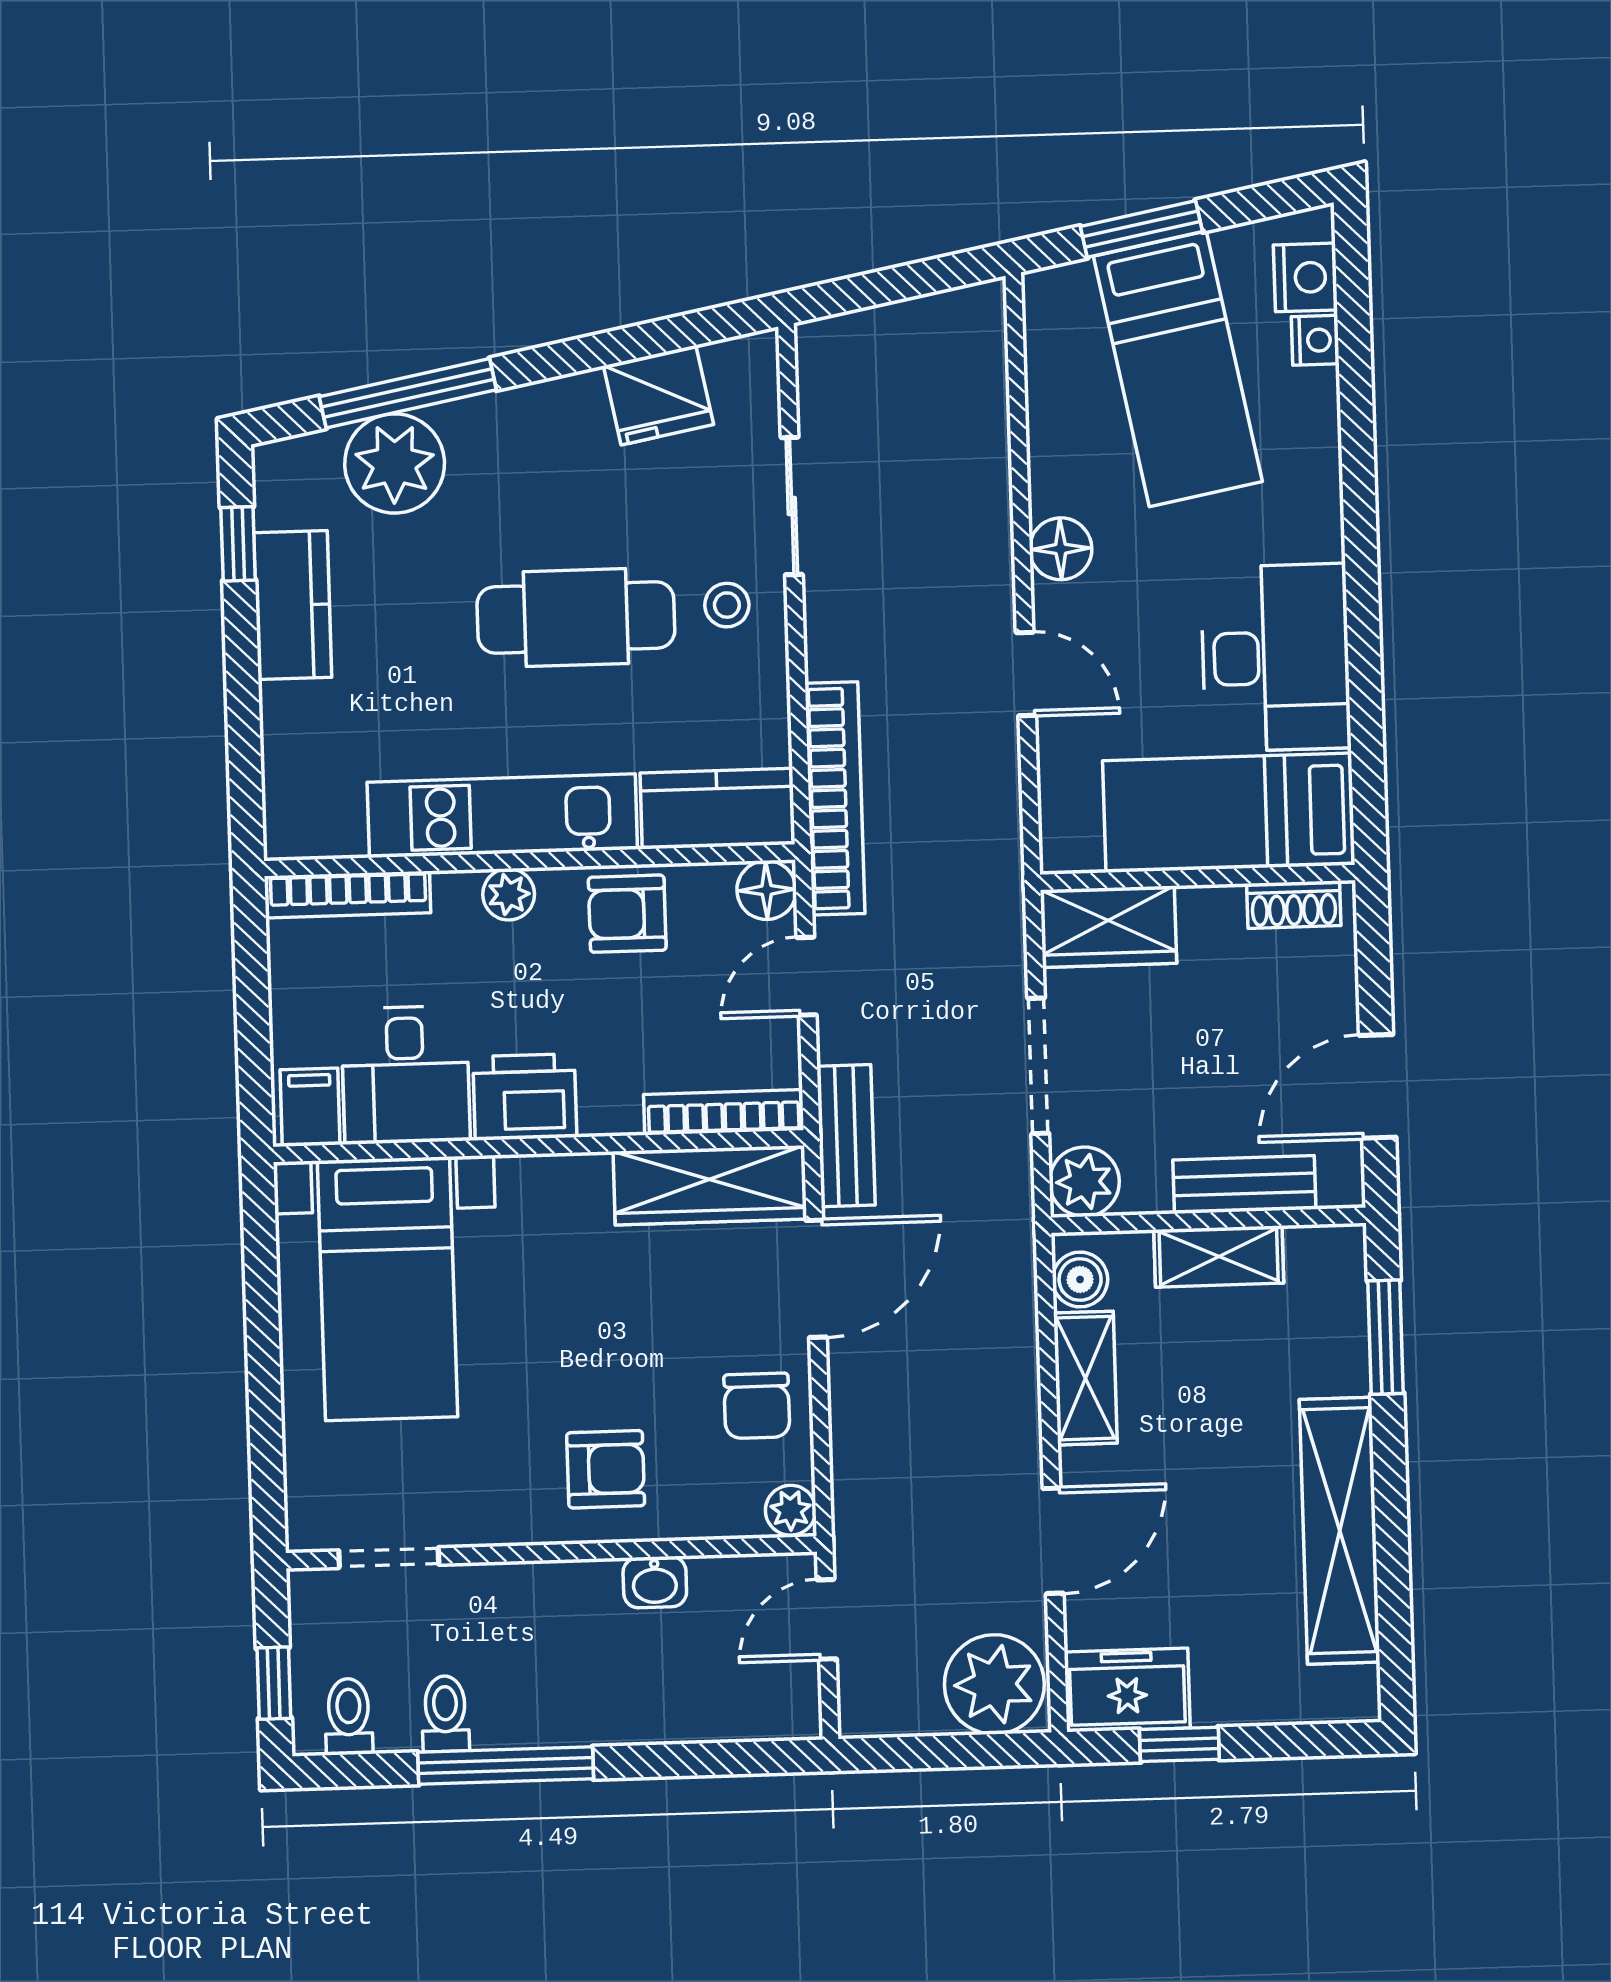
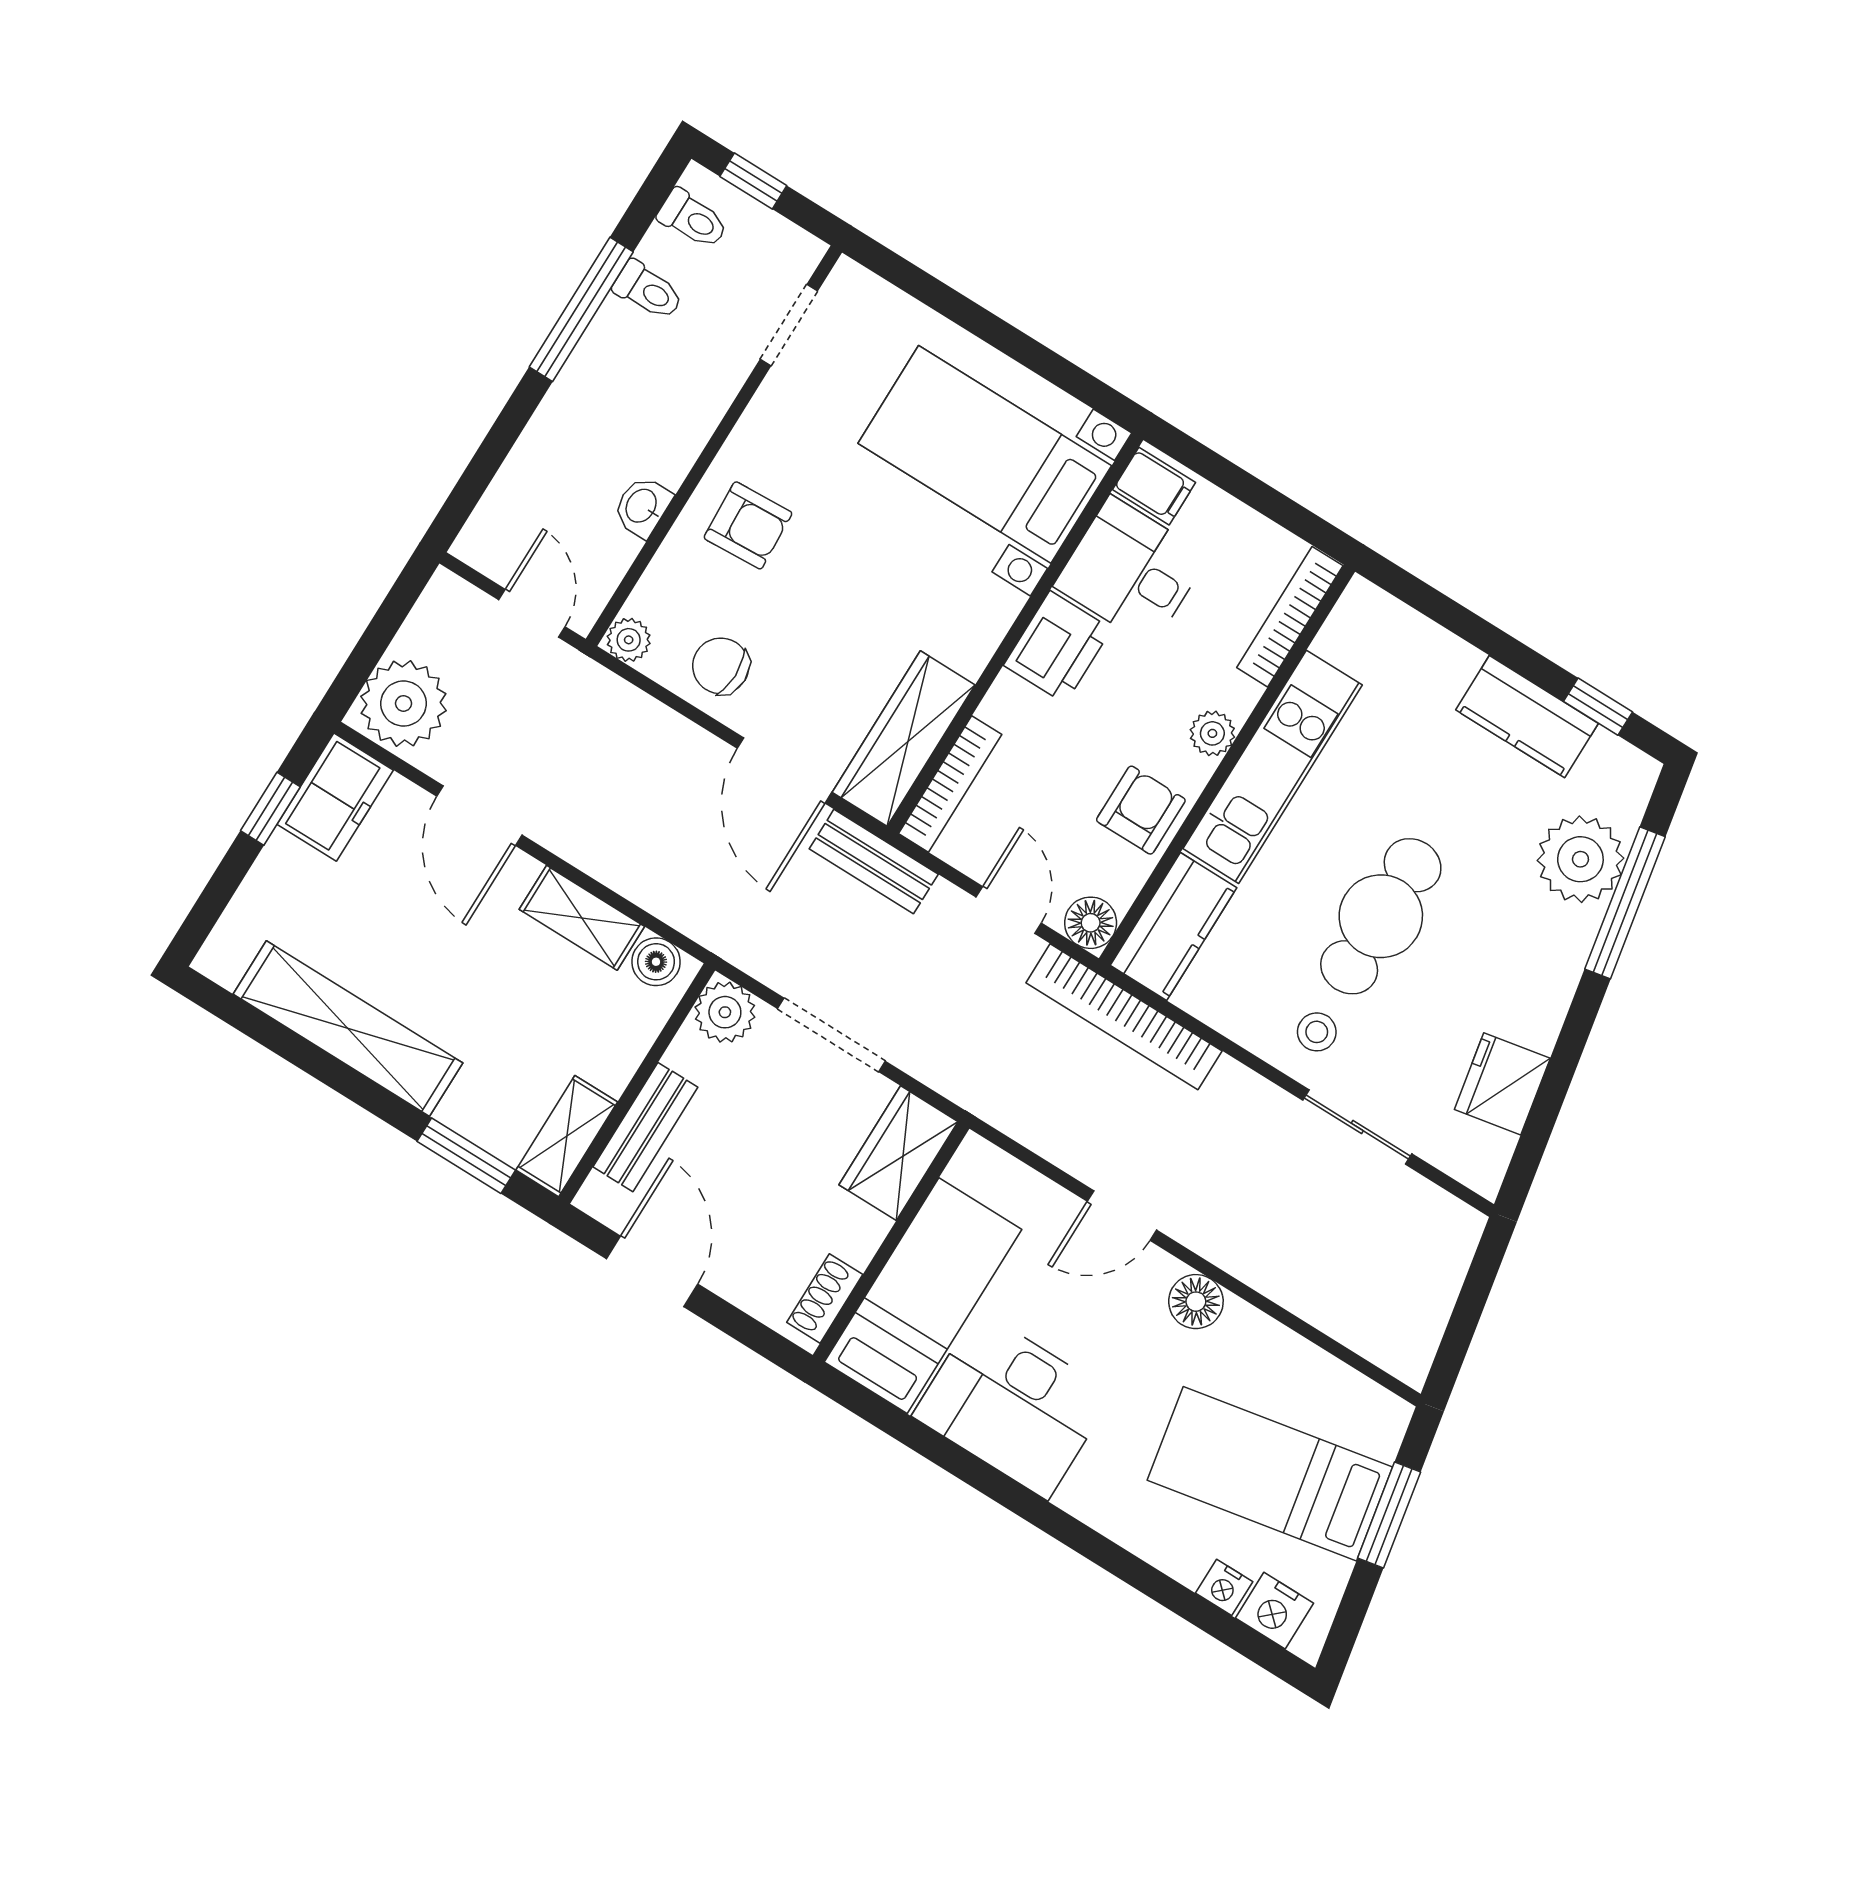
shelving: (1219, 1256) -> (567, 1136), moved
armchair: (606, 1469) -> (748, 525), turned -93

